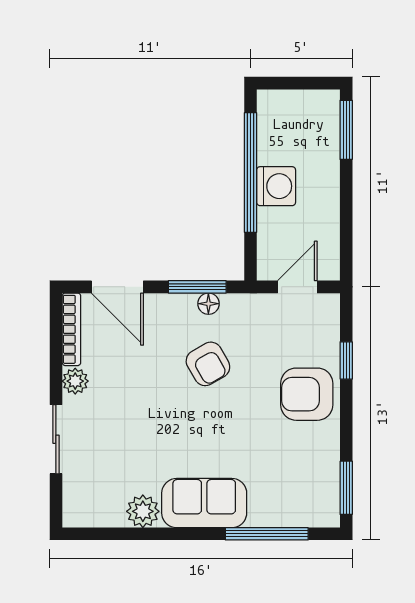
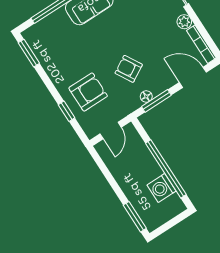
washing machine: (276, 186) -> (162, 188), moved
armchair: (307, 394) -> (88, 92), moved

